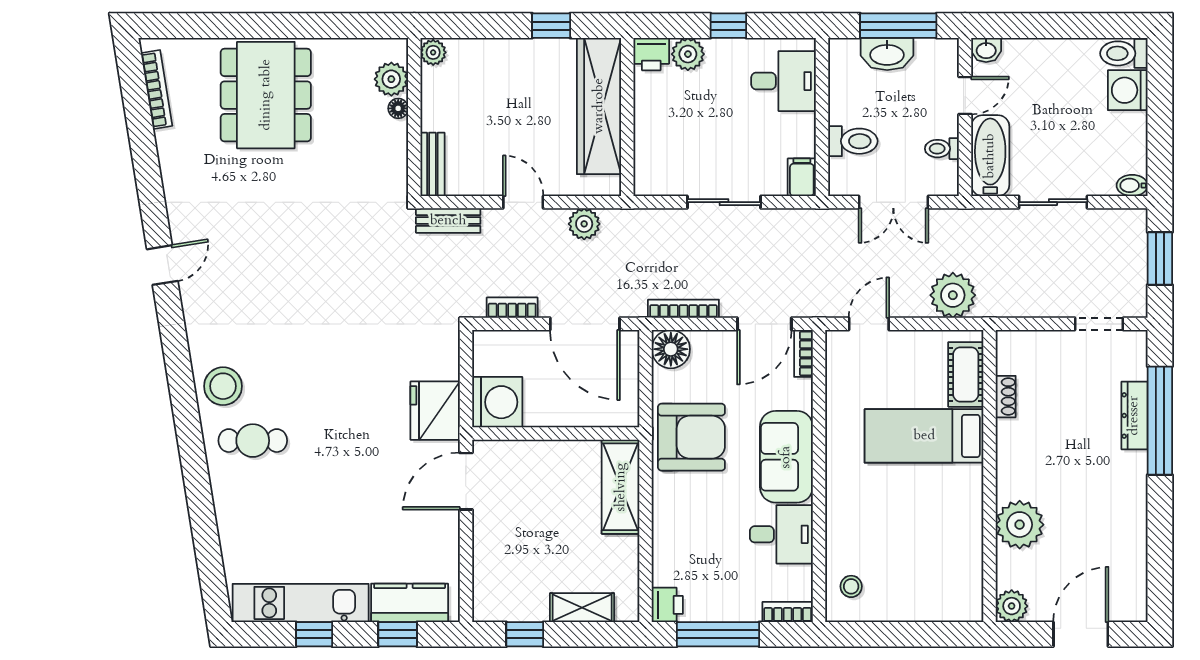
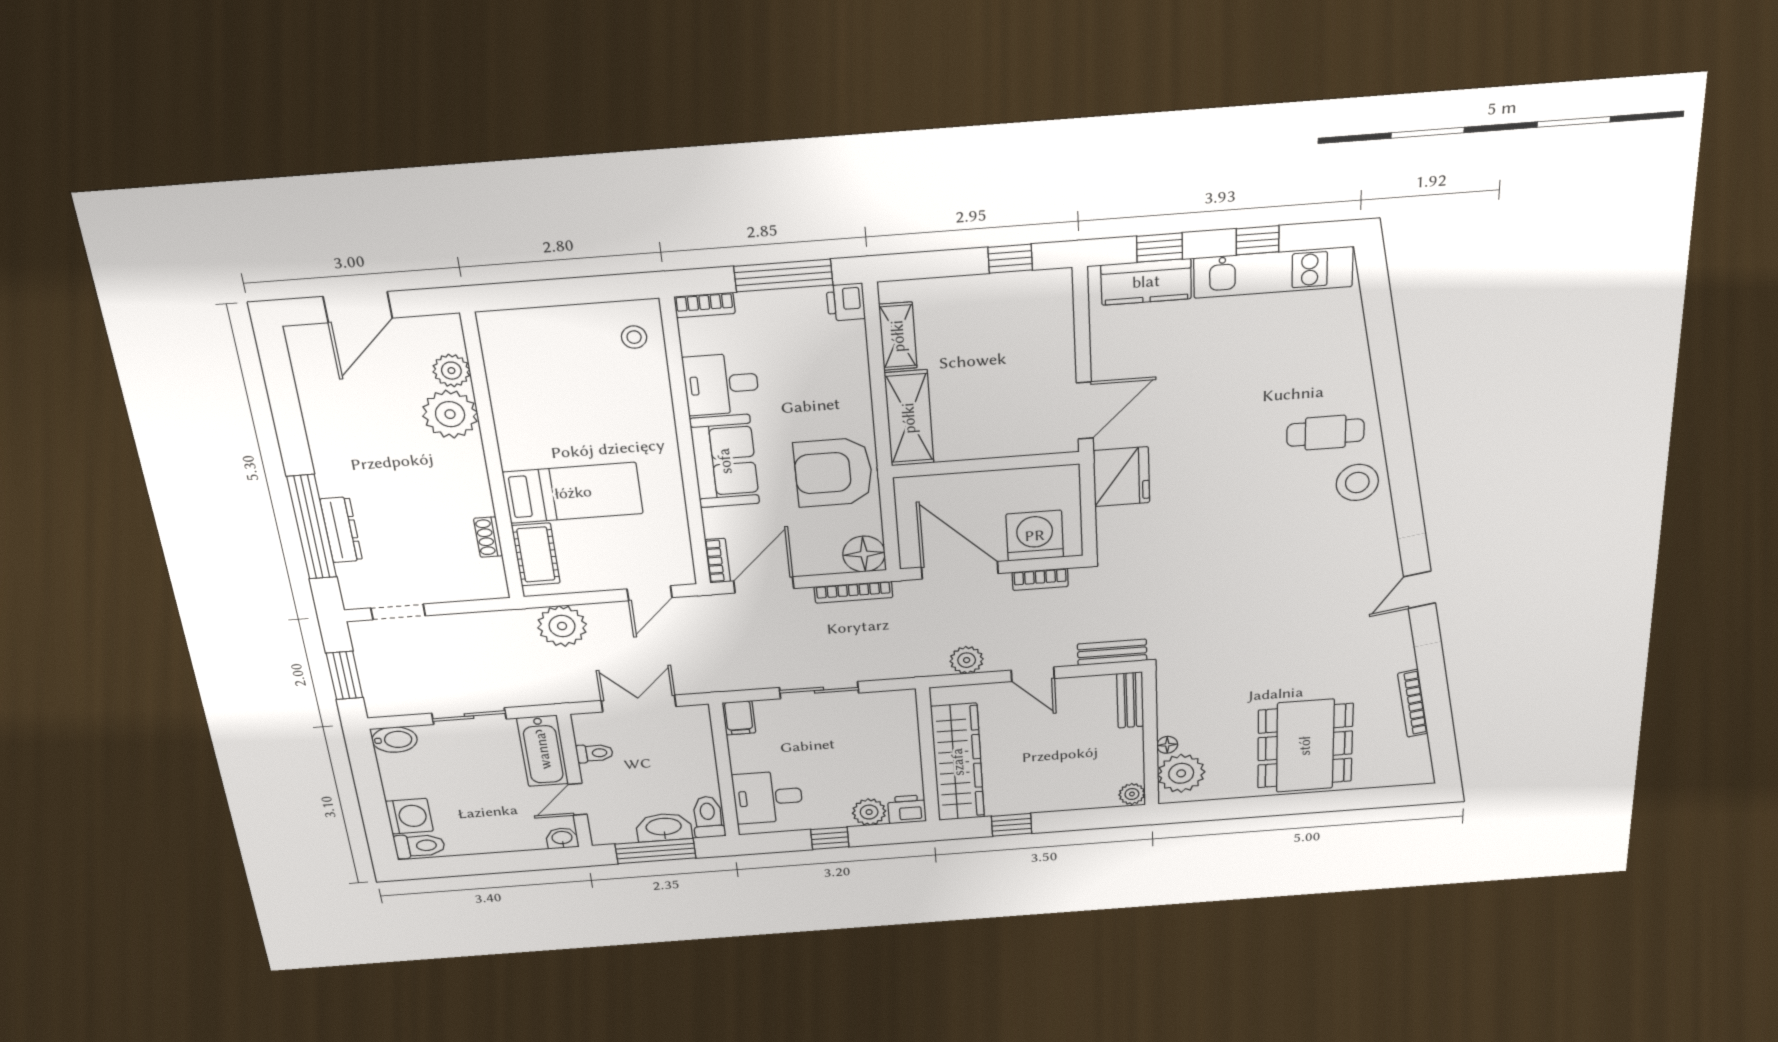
plant: (391, 79) -> (1181, 773), width x1.36, depth x1.36
bookcase: (157, 90) -> (1413, 703), moved
toilet: (853, 141) -> (708, 817), moved, turned 90
bidet: (1132, 185) -> (395, 740), width x1.38, depth x1.36
washing machine: (497, 402) -> (1035, 536), moved, turned 90
plant: (1012, 606) -> (451, 371), moved
shelving: (582, 608) -> (898, 336), moved, turned 90

